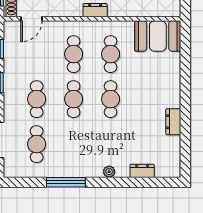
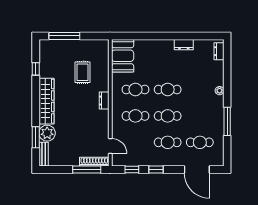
dresser: (142, 171) -> (219, 51), moved

